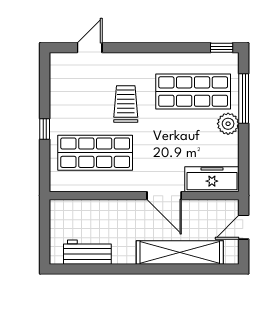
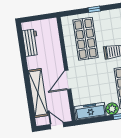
freezer: (212, 179) -> (90, 111), moved, turned -90

